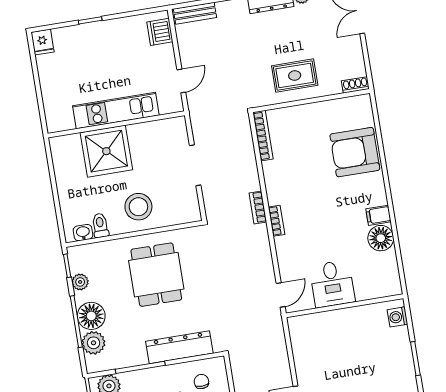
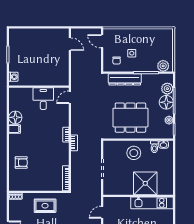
kitchen unit: (116, 111) -> (152, 203), moved
armchair: (355, 152) -> (21, 163), width x0.53, depth x0.53
dining table: (156, 275) -> (130, 118), width x1.38

